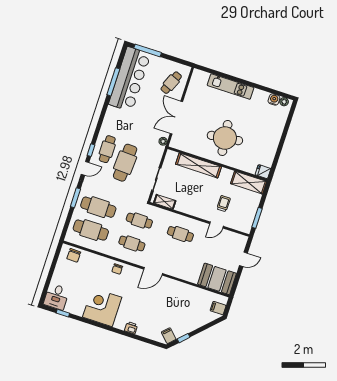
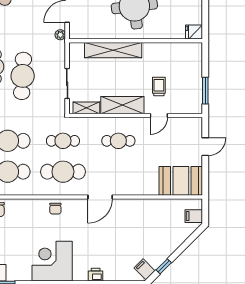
shelving: (249, 183) -> (122, 105), moved
cafe table: (132, 243) -> (63, 172), width x1.37, depth x1.35

